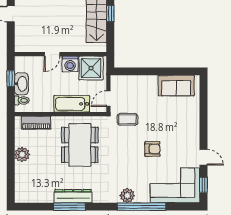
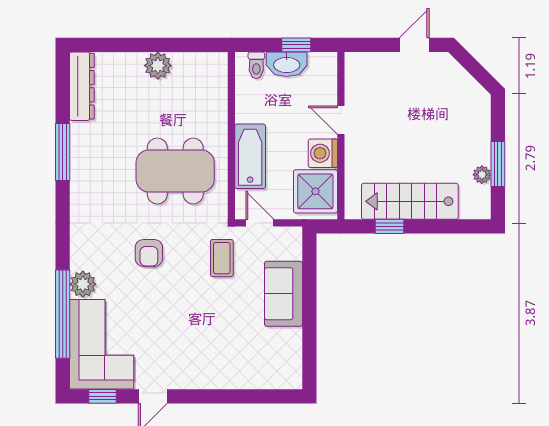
window: (110, 13) -> (390, 226), moved
sofa: (176, 86) -> (284, 294), moved
piano: (36, 123) -> (216, 91), removed
armchair: (152, 149) -> (149, 253), moved
dresser: (73, 196) -> (82, 86), moved
plant: (127, 196) -> (83, 284), moved
window: (142, 207) -> (63, 314), moved

